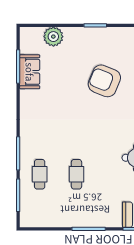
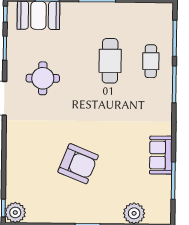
sofa: (30, 72) -> (161, 155), moved
cafe table: (76, 174) -> (110, 61), width x1.37, depth x1.35

